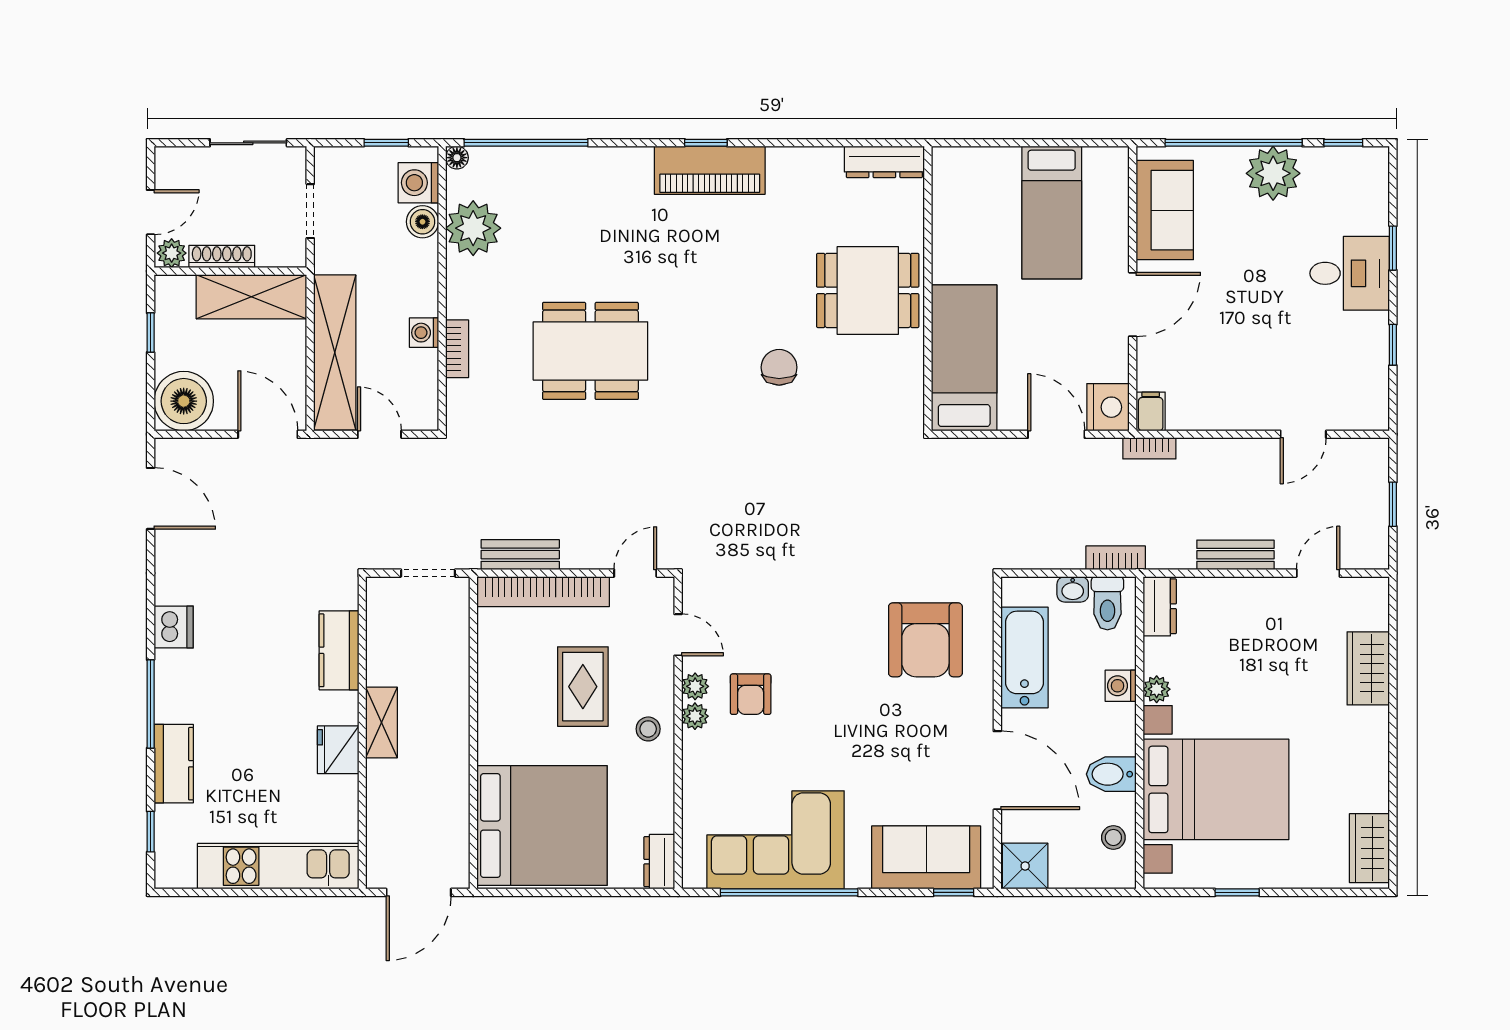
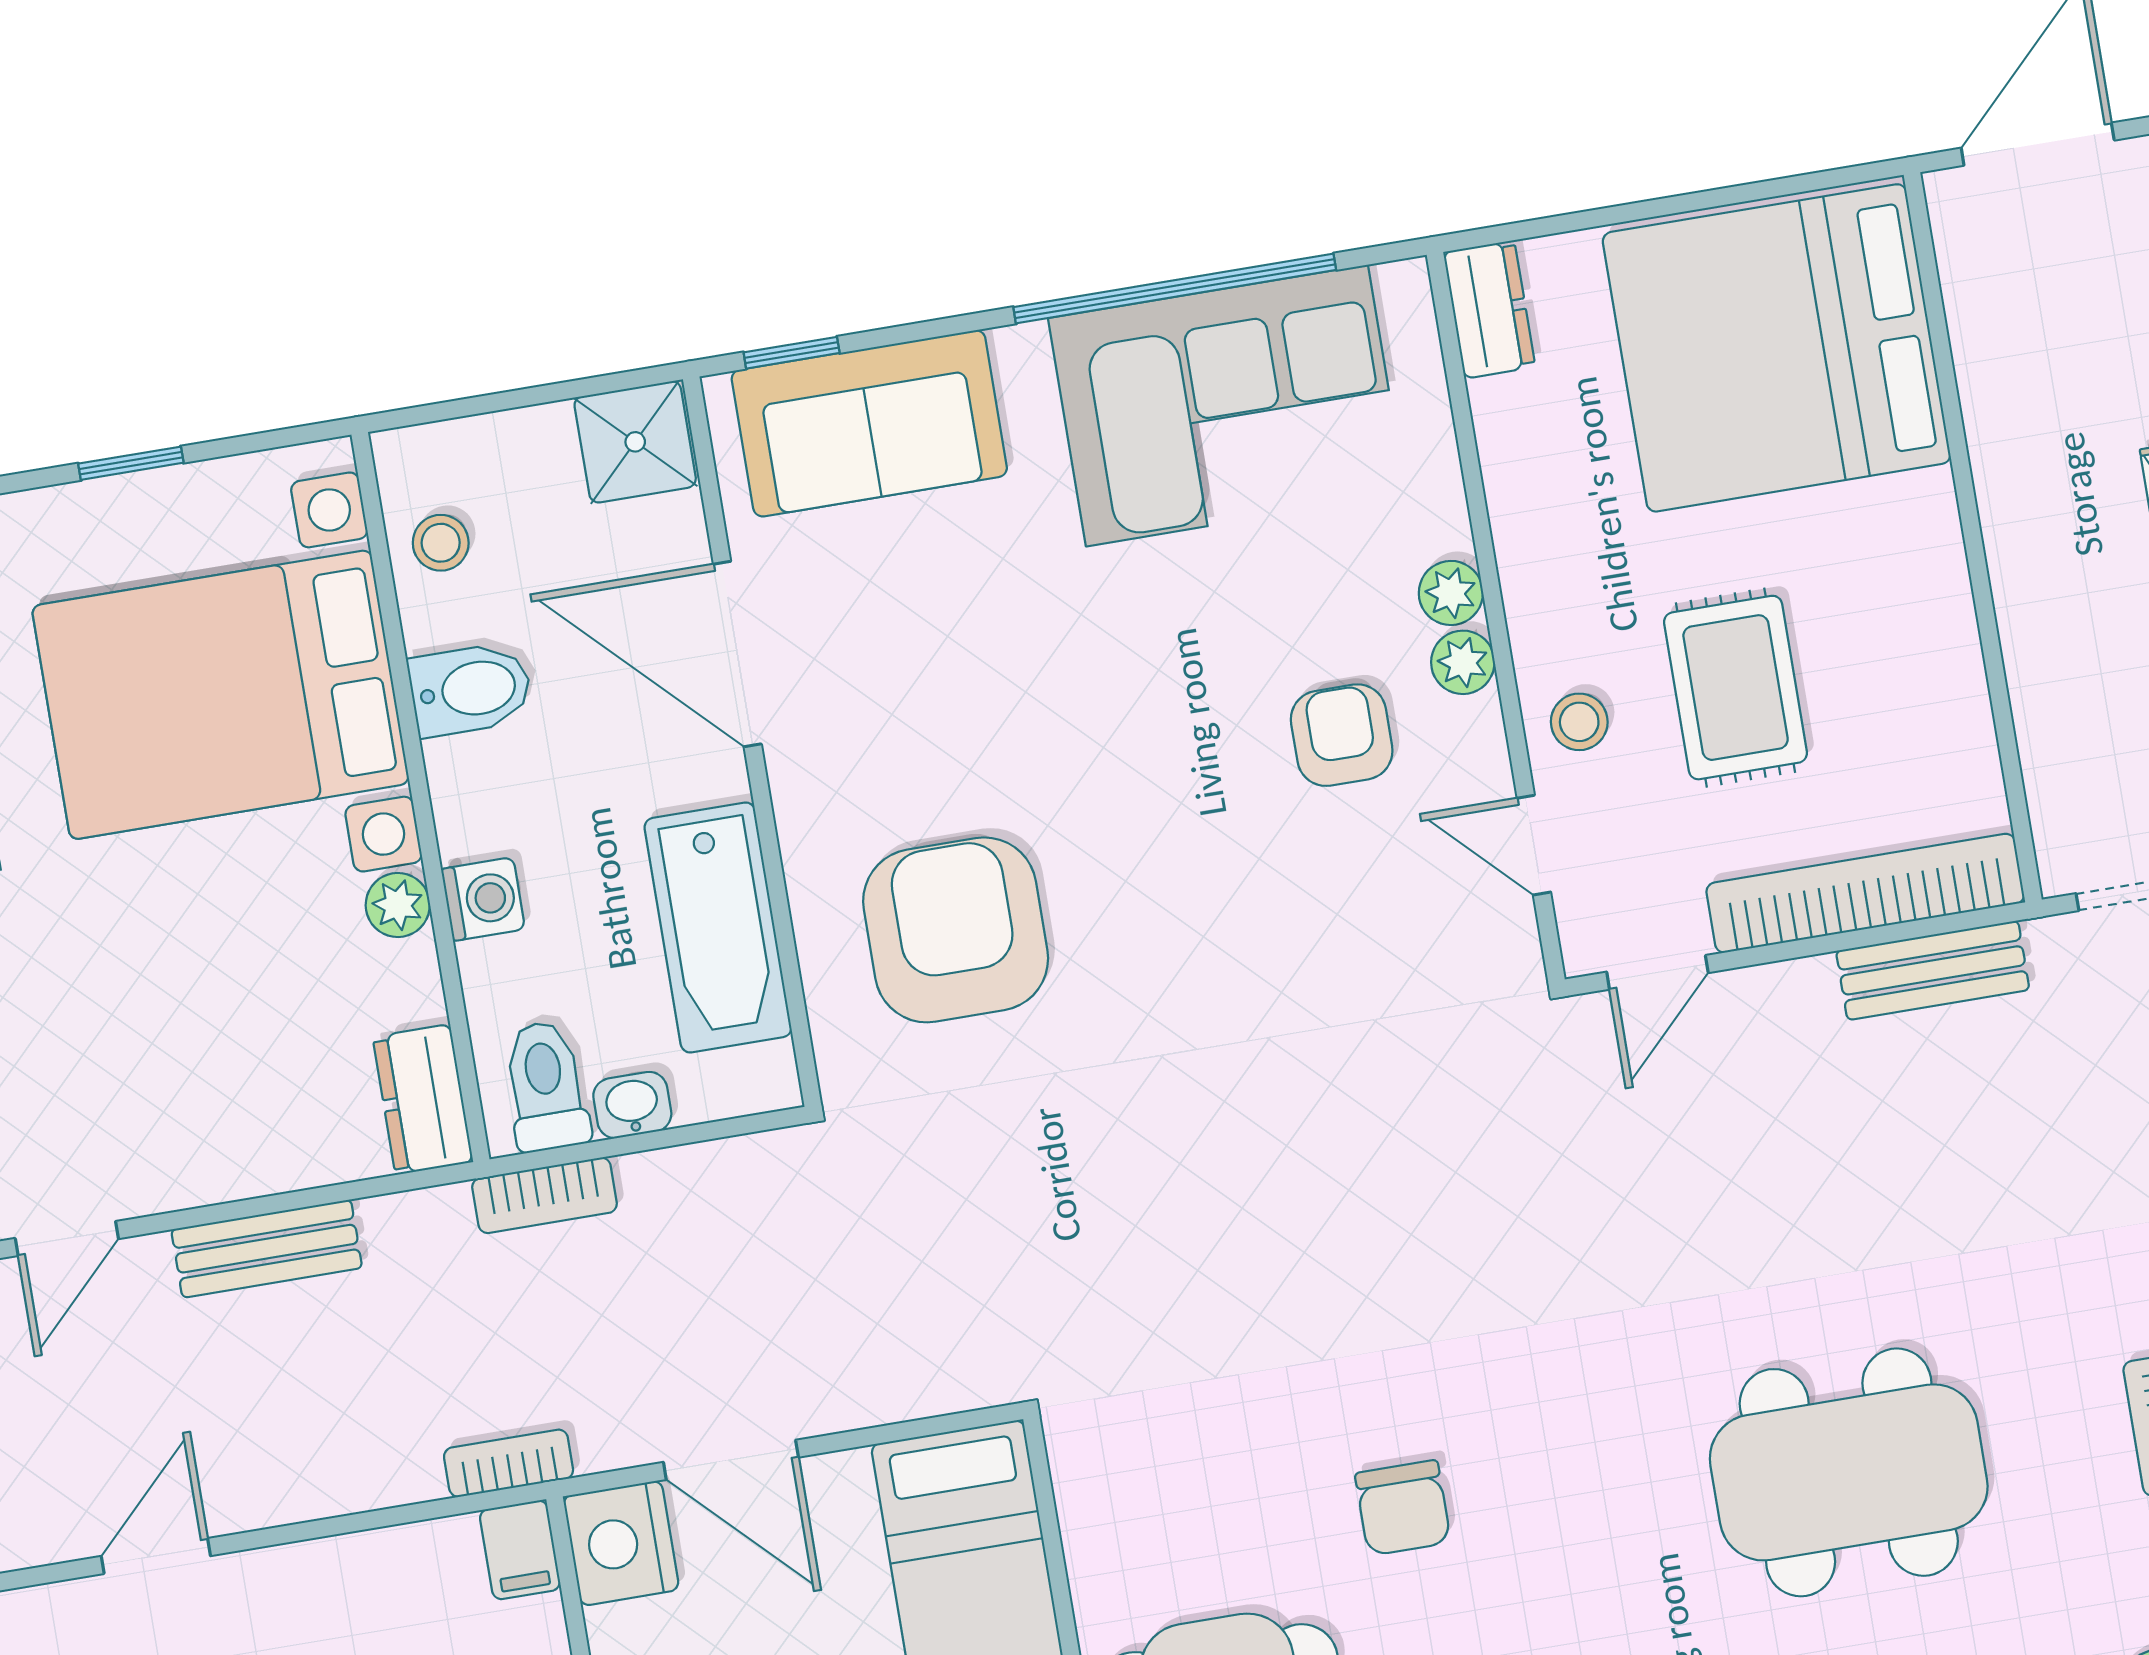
plant: (695, 686) -> (1451, 593), moved
stool: (648, 729) -> (1579, 722), moved

